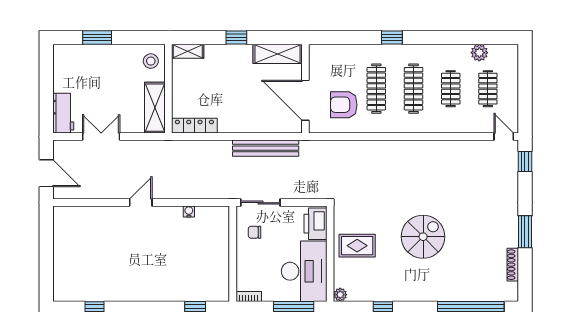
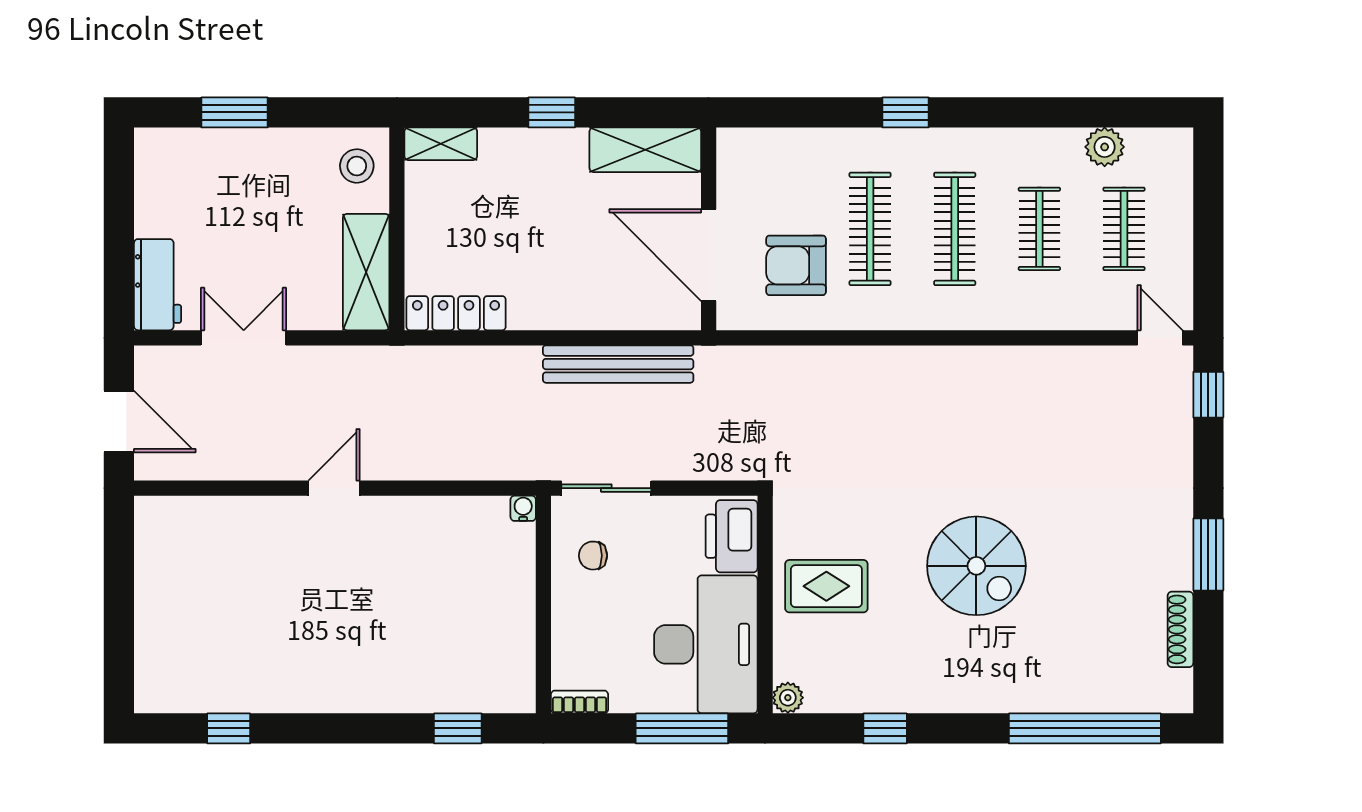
water cooler: (189, 211) -> (523, 508), moved
spiral stairs: (423, 237) -> (976, 566), turned 90

